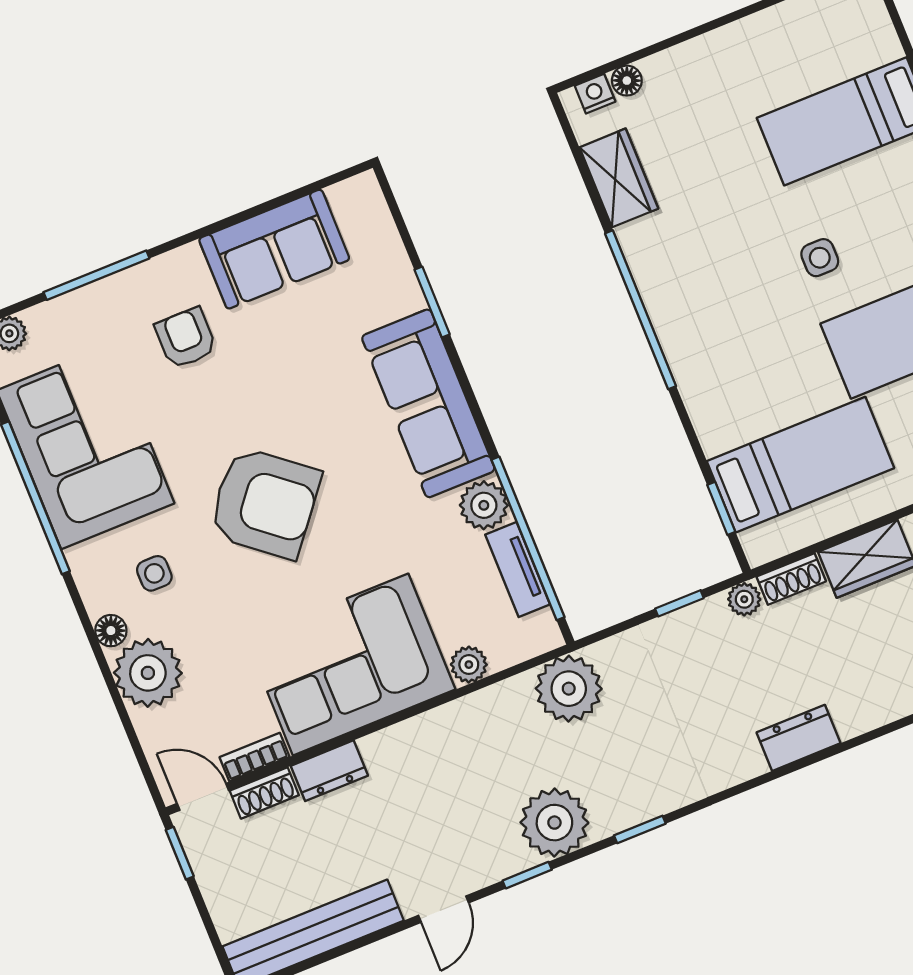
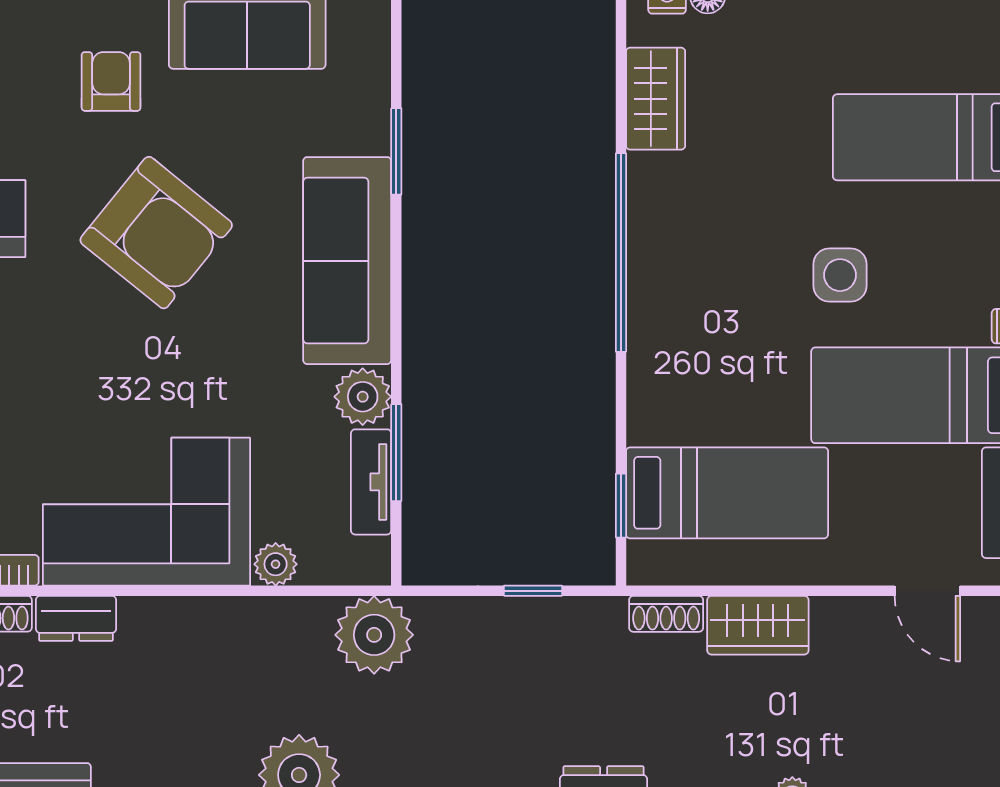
side table: (820, 258) -> (840, 275), width x1.37, depth x1.37
armchair: (265, 503) -> (156, 233), moved
window: (528, 538) -> (396, 453), width x0.47
plant: (744, 599) -> (606, 615), removed

